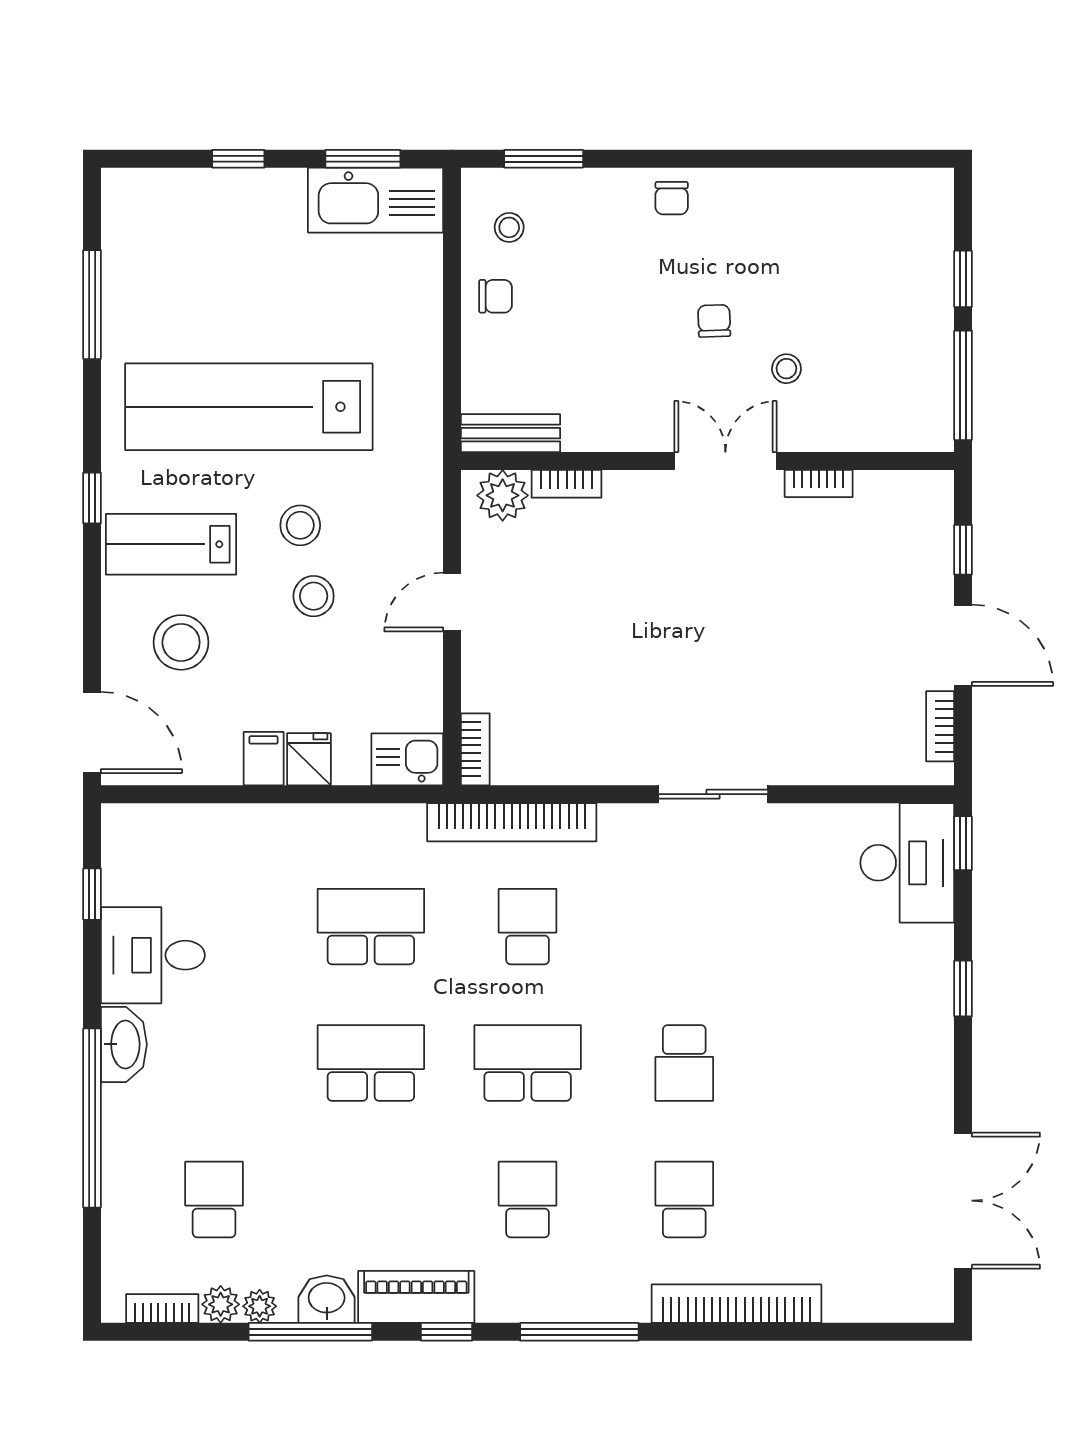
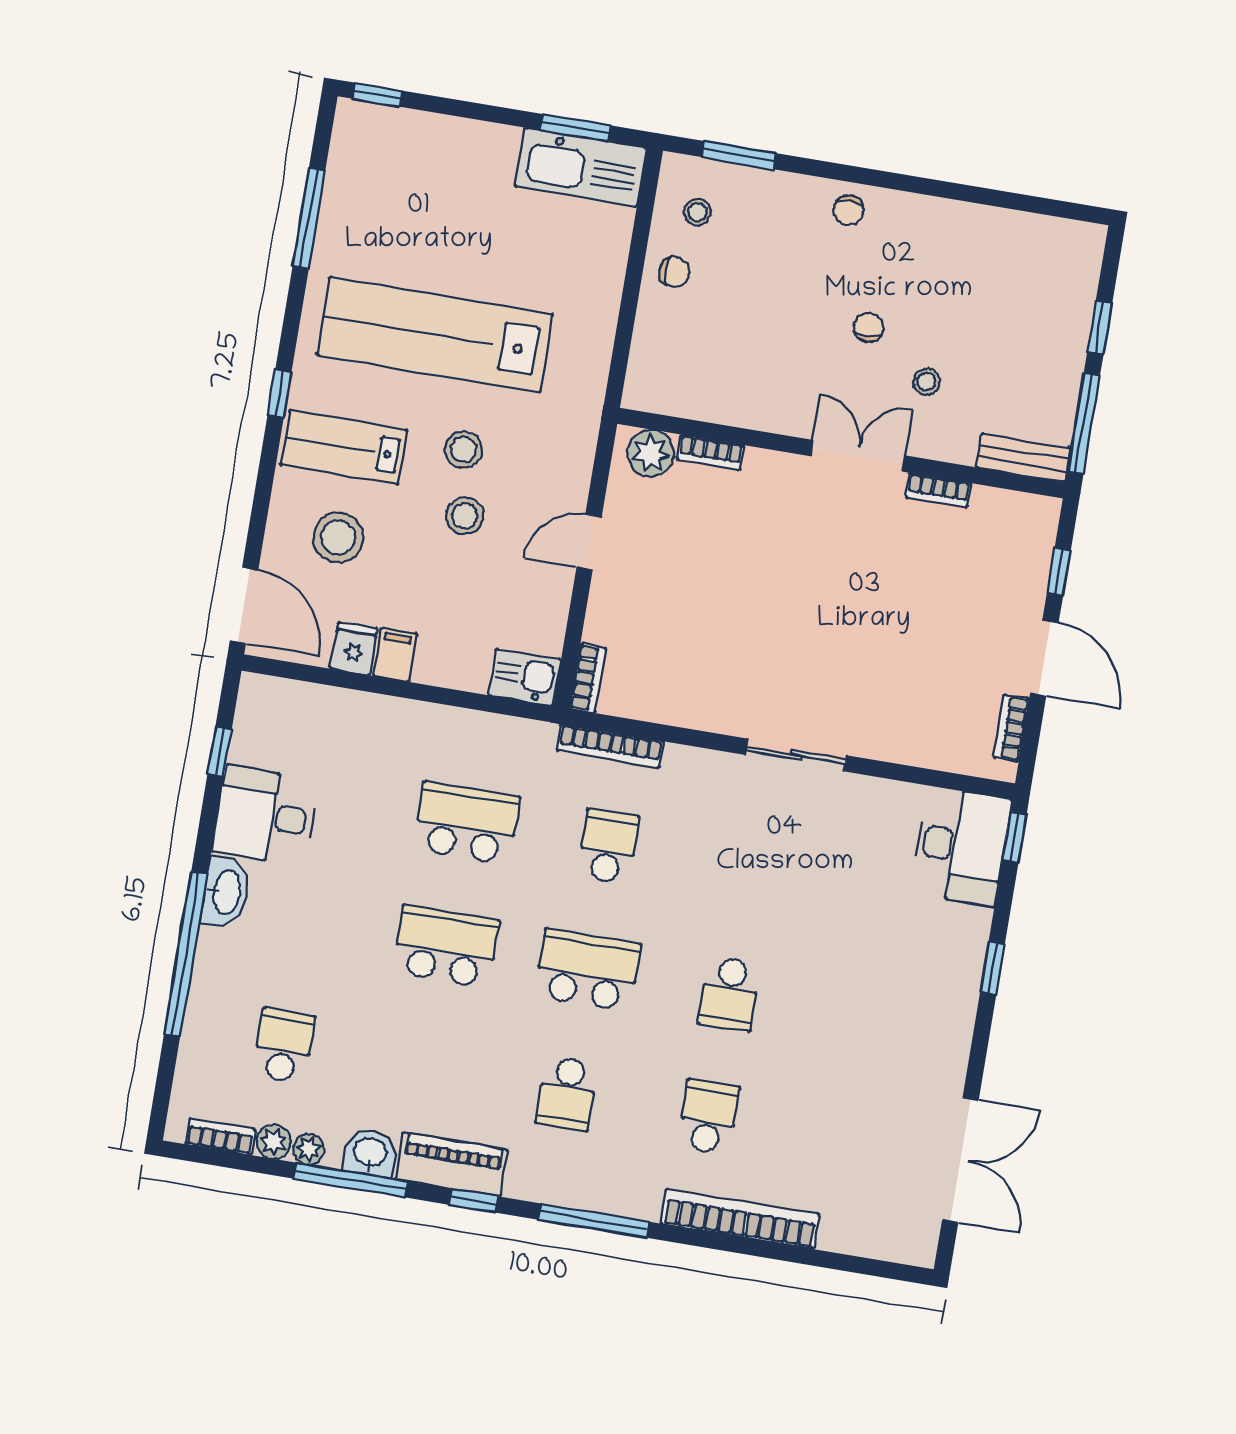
window: (238, 159) -> (377, 95), moved
bench: (511, 433) -> (1024, 458), moved
fridge: (309, 759) -> (354, 649), moved
bookcase: (512, 822) -> (610, 746), width x0.68, depth x0.76
school desk: (528, 1199) -> (567, 1093), turned 180

